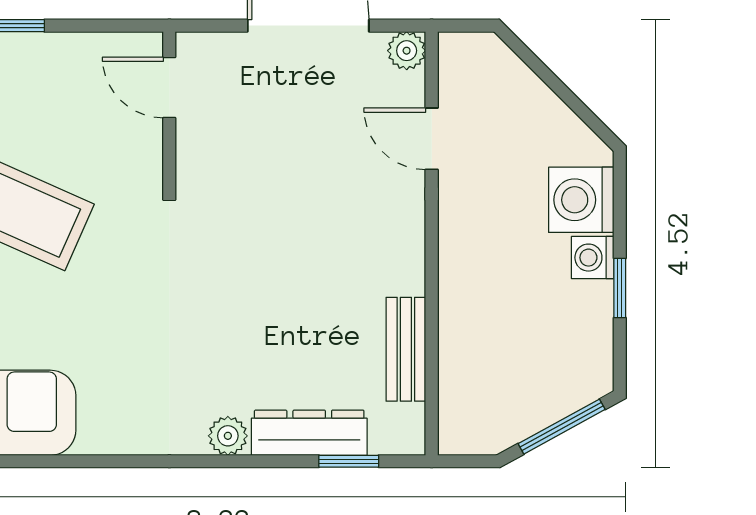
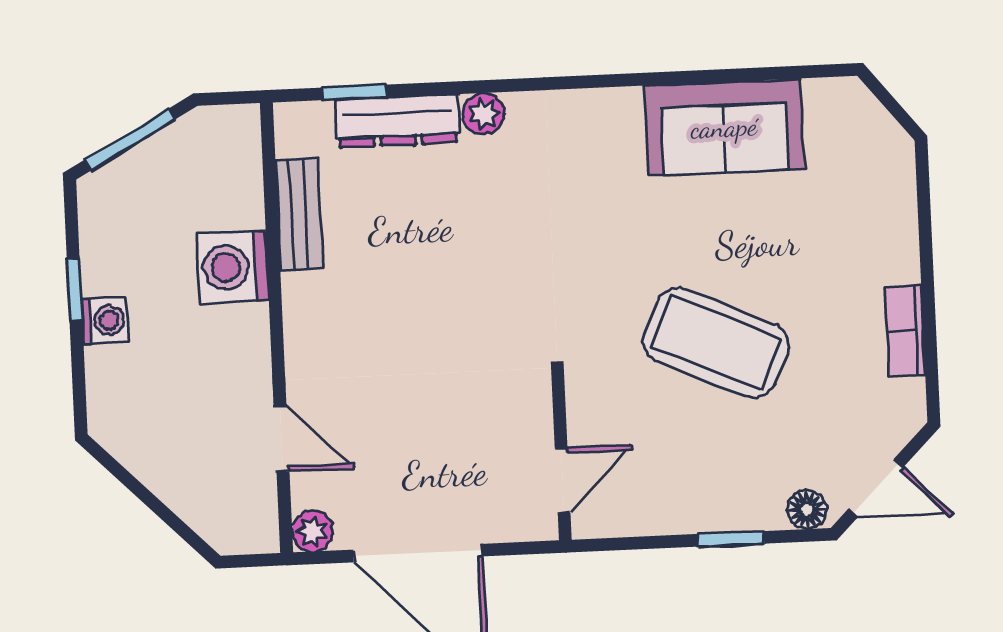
door: (169, 87) -> (563, 481), hinge flipped
washing machine: (581, 200) -> (233, 267), moved, turned 180

